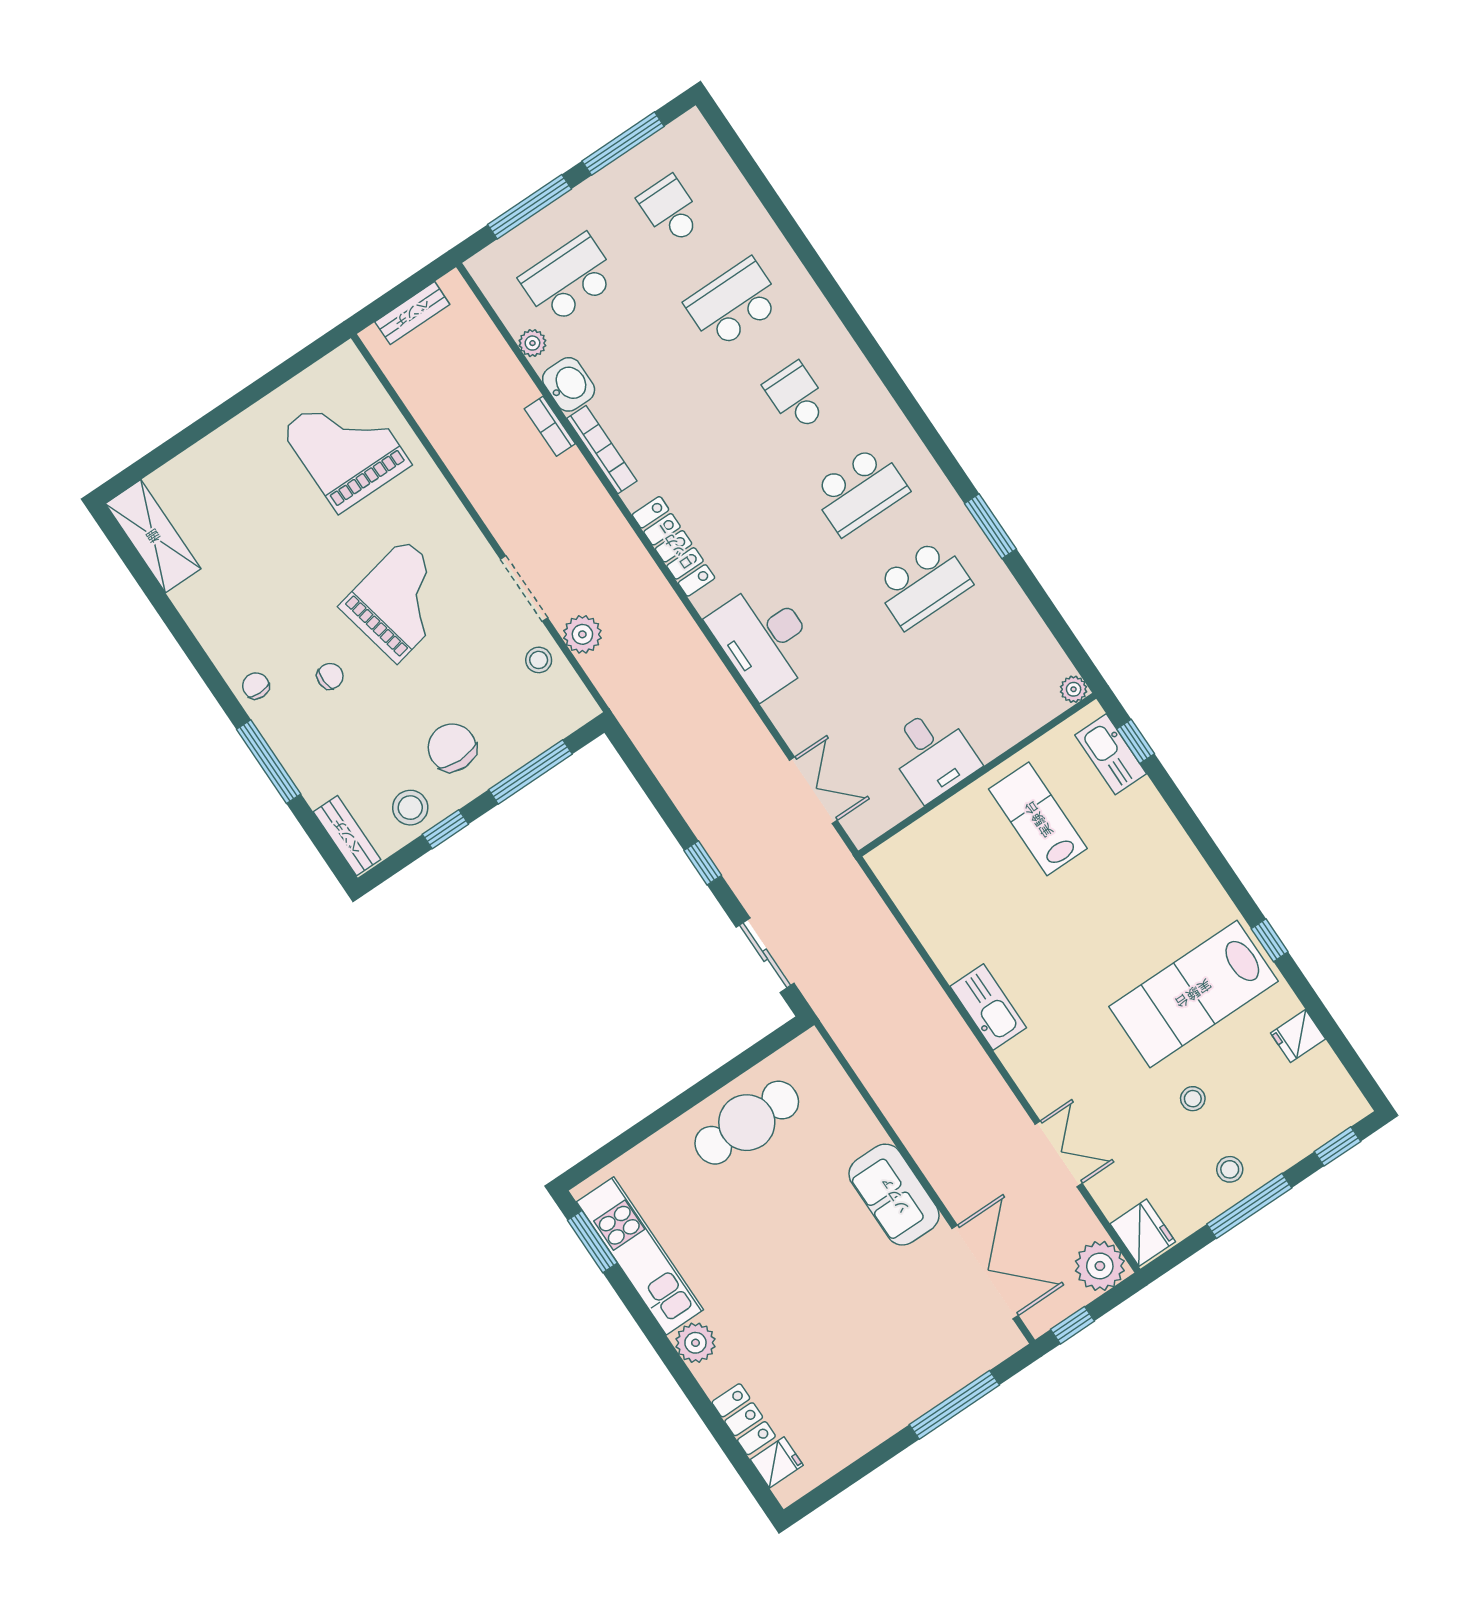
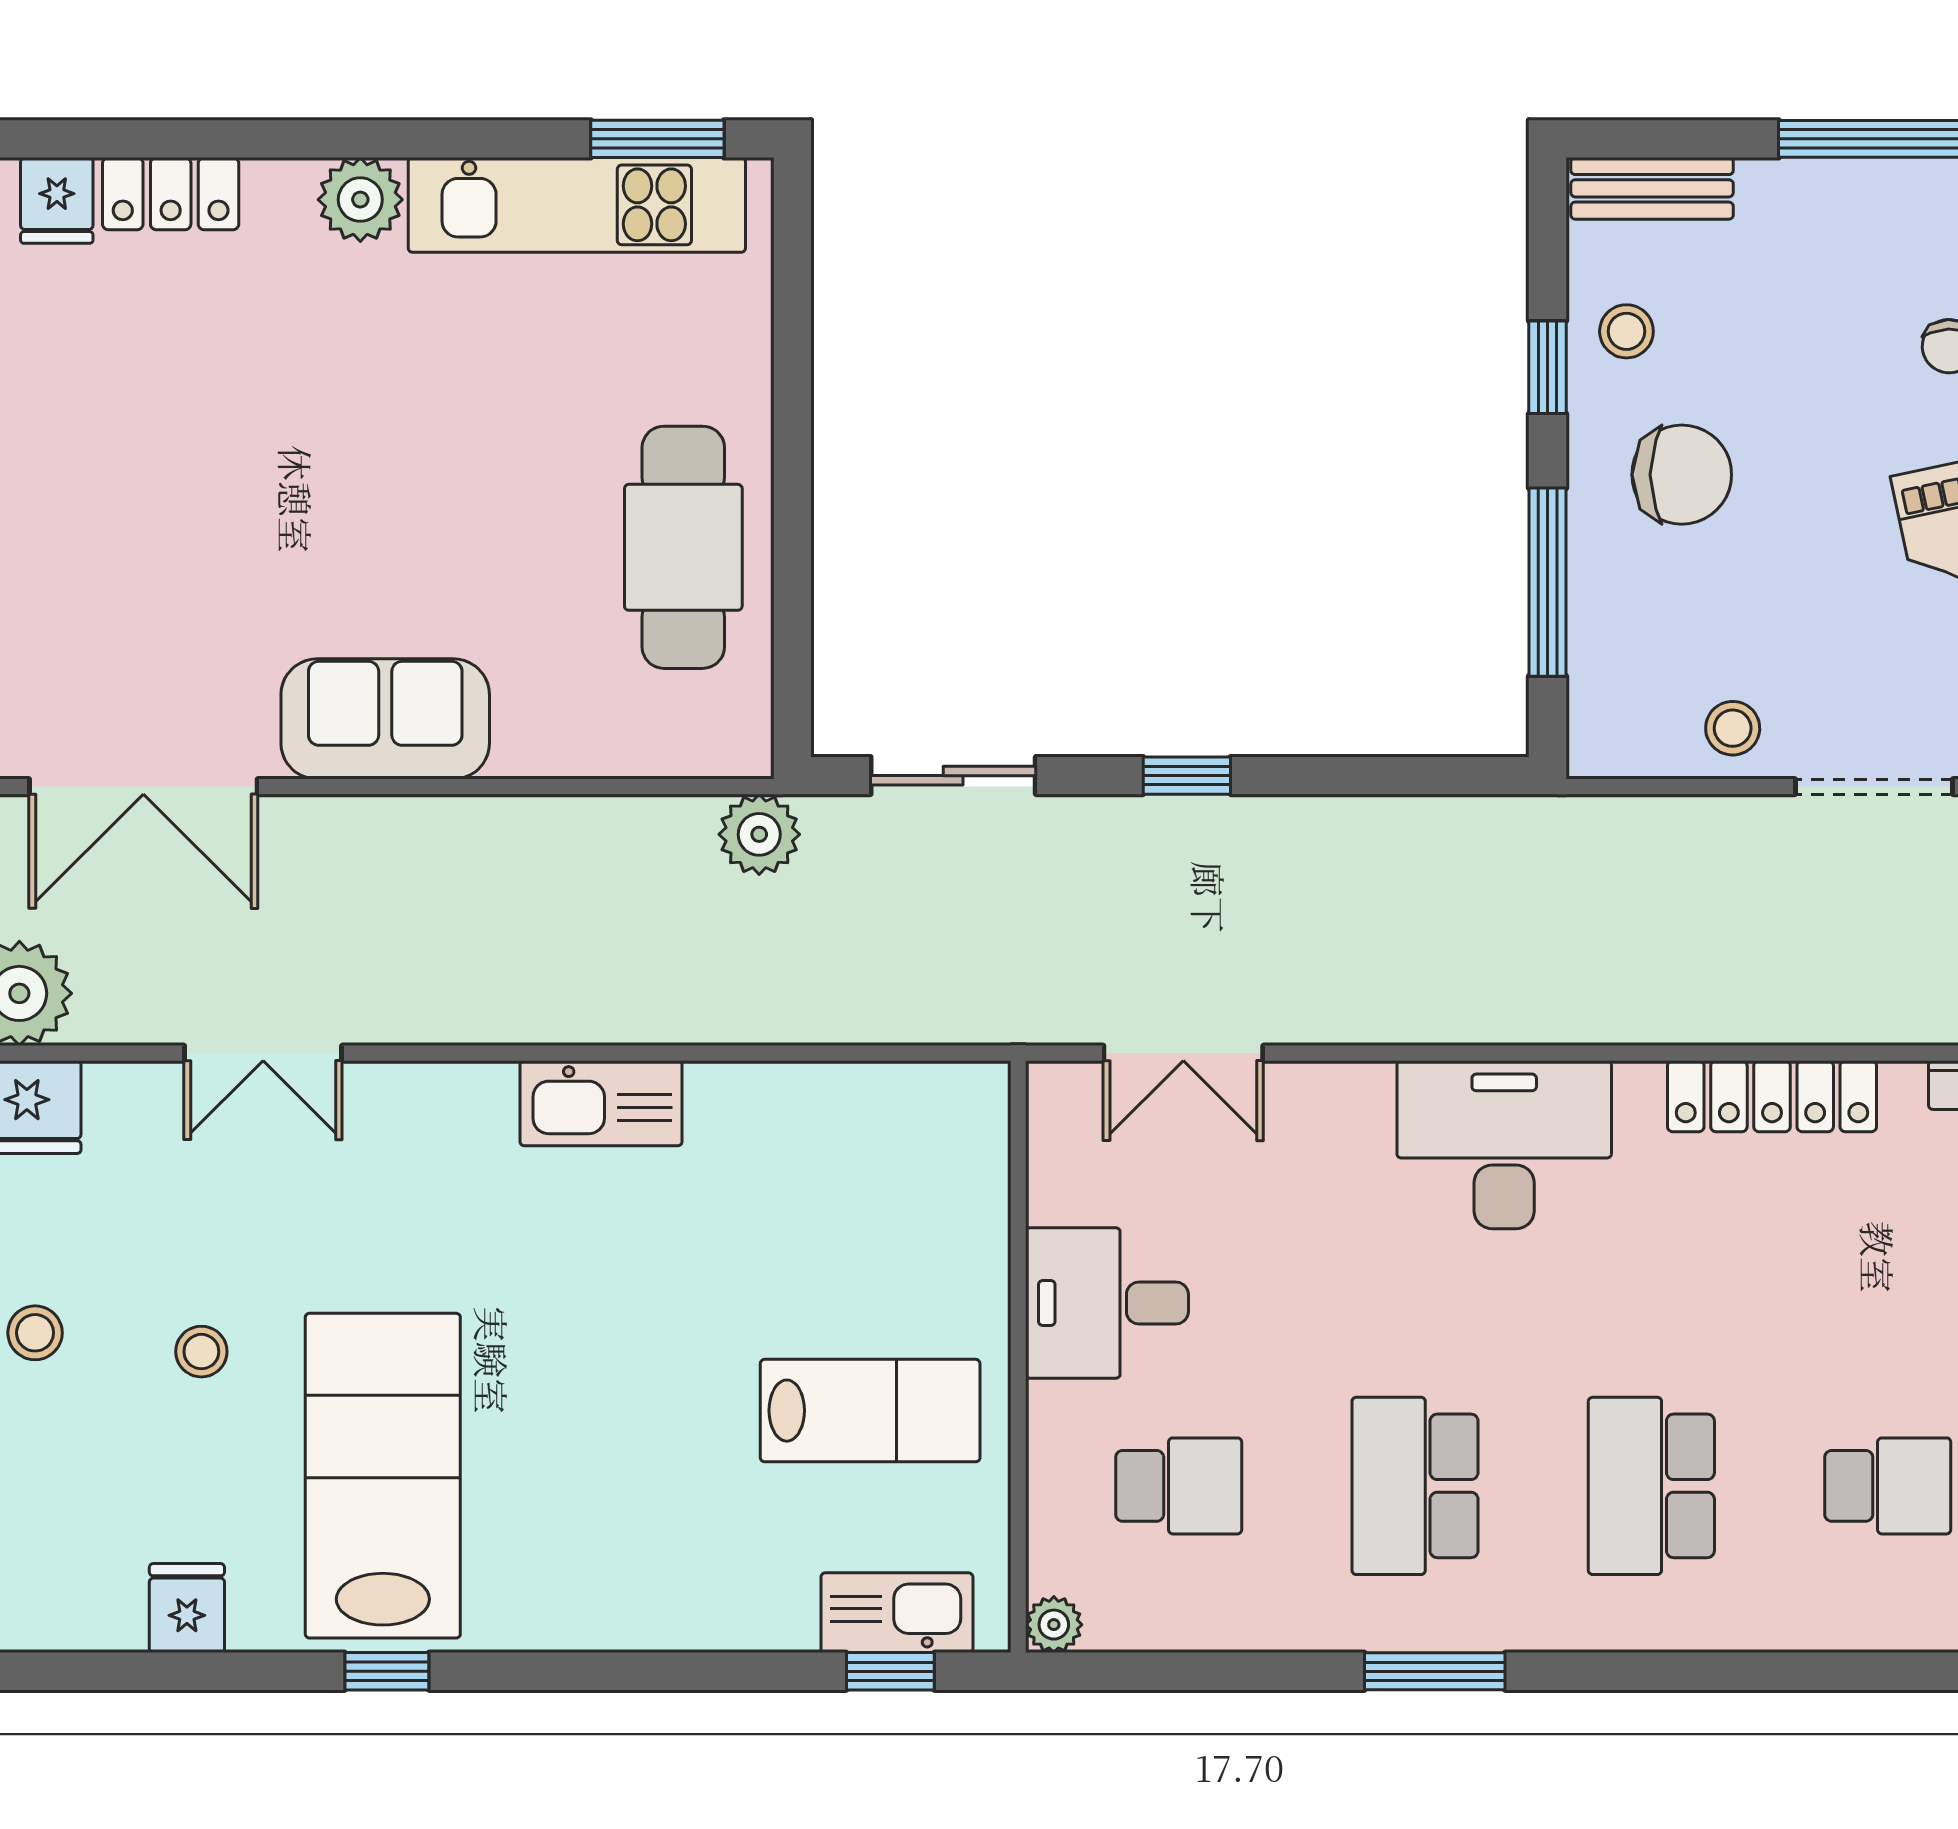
plant: (582, 634) -> (759, 834), moved
school desk: (986, 677) -> (1179, 1486), added
stool: (410, 808) -> (1626, 331), width x0.73, depth x0.73

